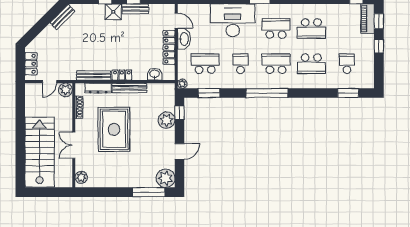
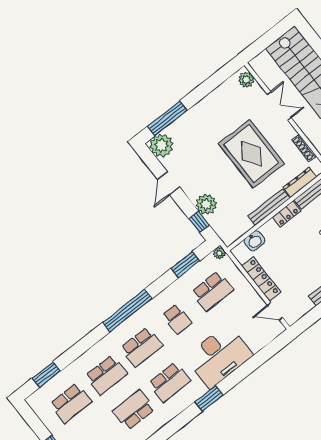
washbasin: (184, 39) -> (253, 299), removed
school desk: (311, 64) -> (106, 375), turned 180
school desk: (347, 64) -> (71, 403), width x1.85

